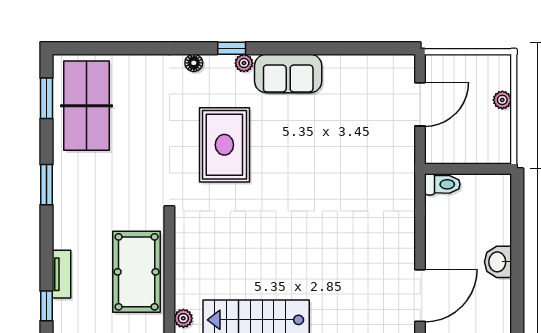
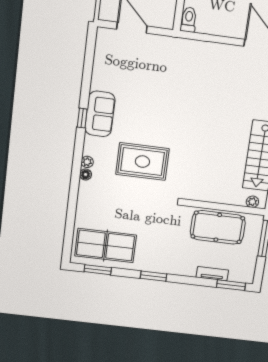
window: (232, 48) -> (82, 118), moved
plant: (244, 63) -> (87, 162), moved
window: (46, 306) -> (231, 285), width x1.50

